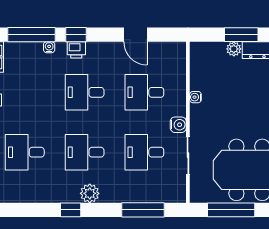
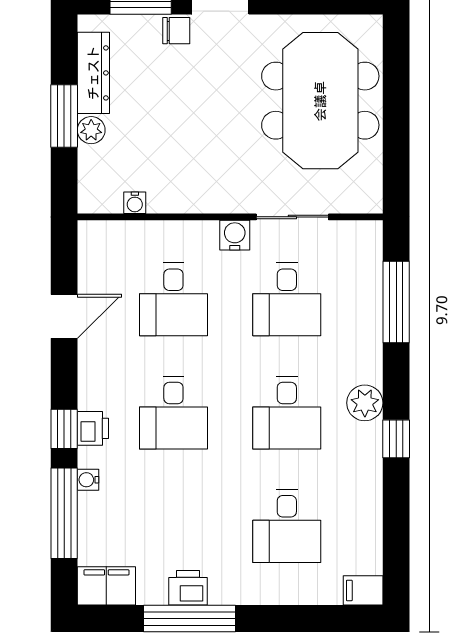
water cooler: (195, 97) -> (135, 203), moved
window: (231, 210) -> (396, 135), removed

